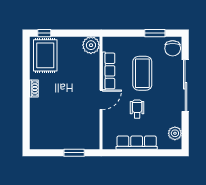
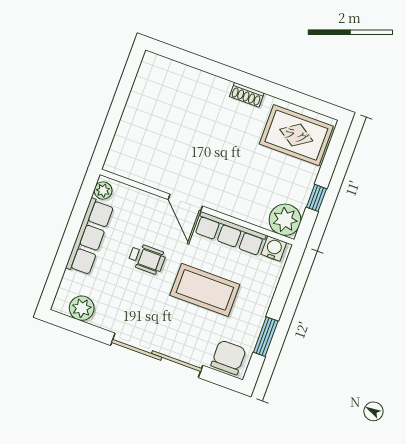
window: (44, 33) -> (316, 198), moved
water cooler: (108, 45) -> (274, 248), added
chair: (173, 48) -> (228, 357), turned 90
plant: (110, 144) -> (103, 190), added
window: (74, 153) -> (111, 124), removed

